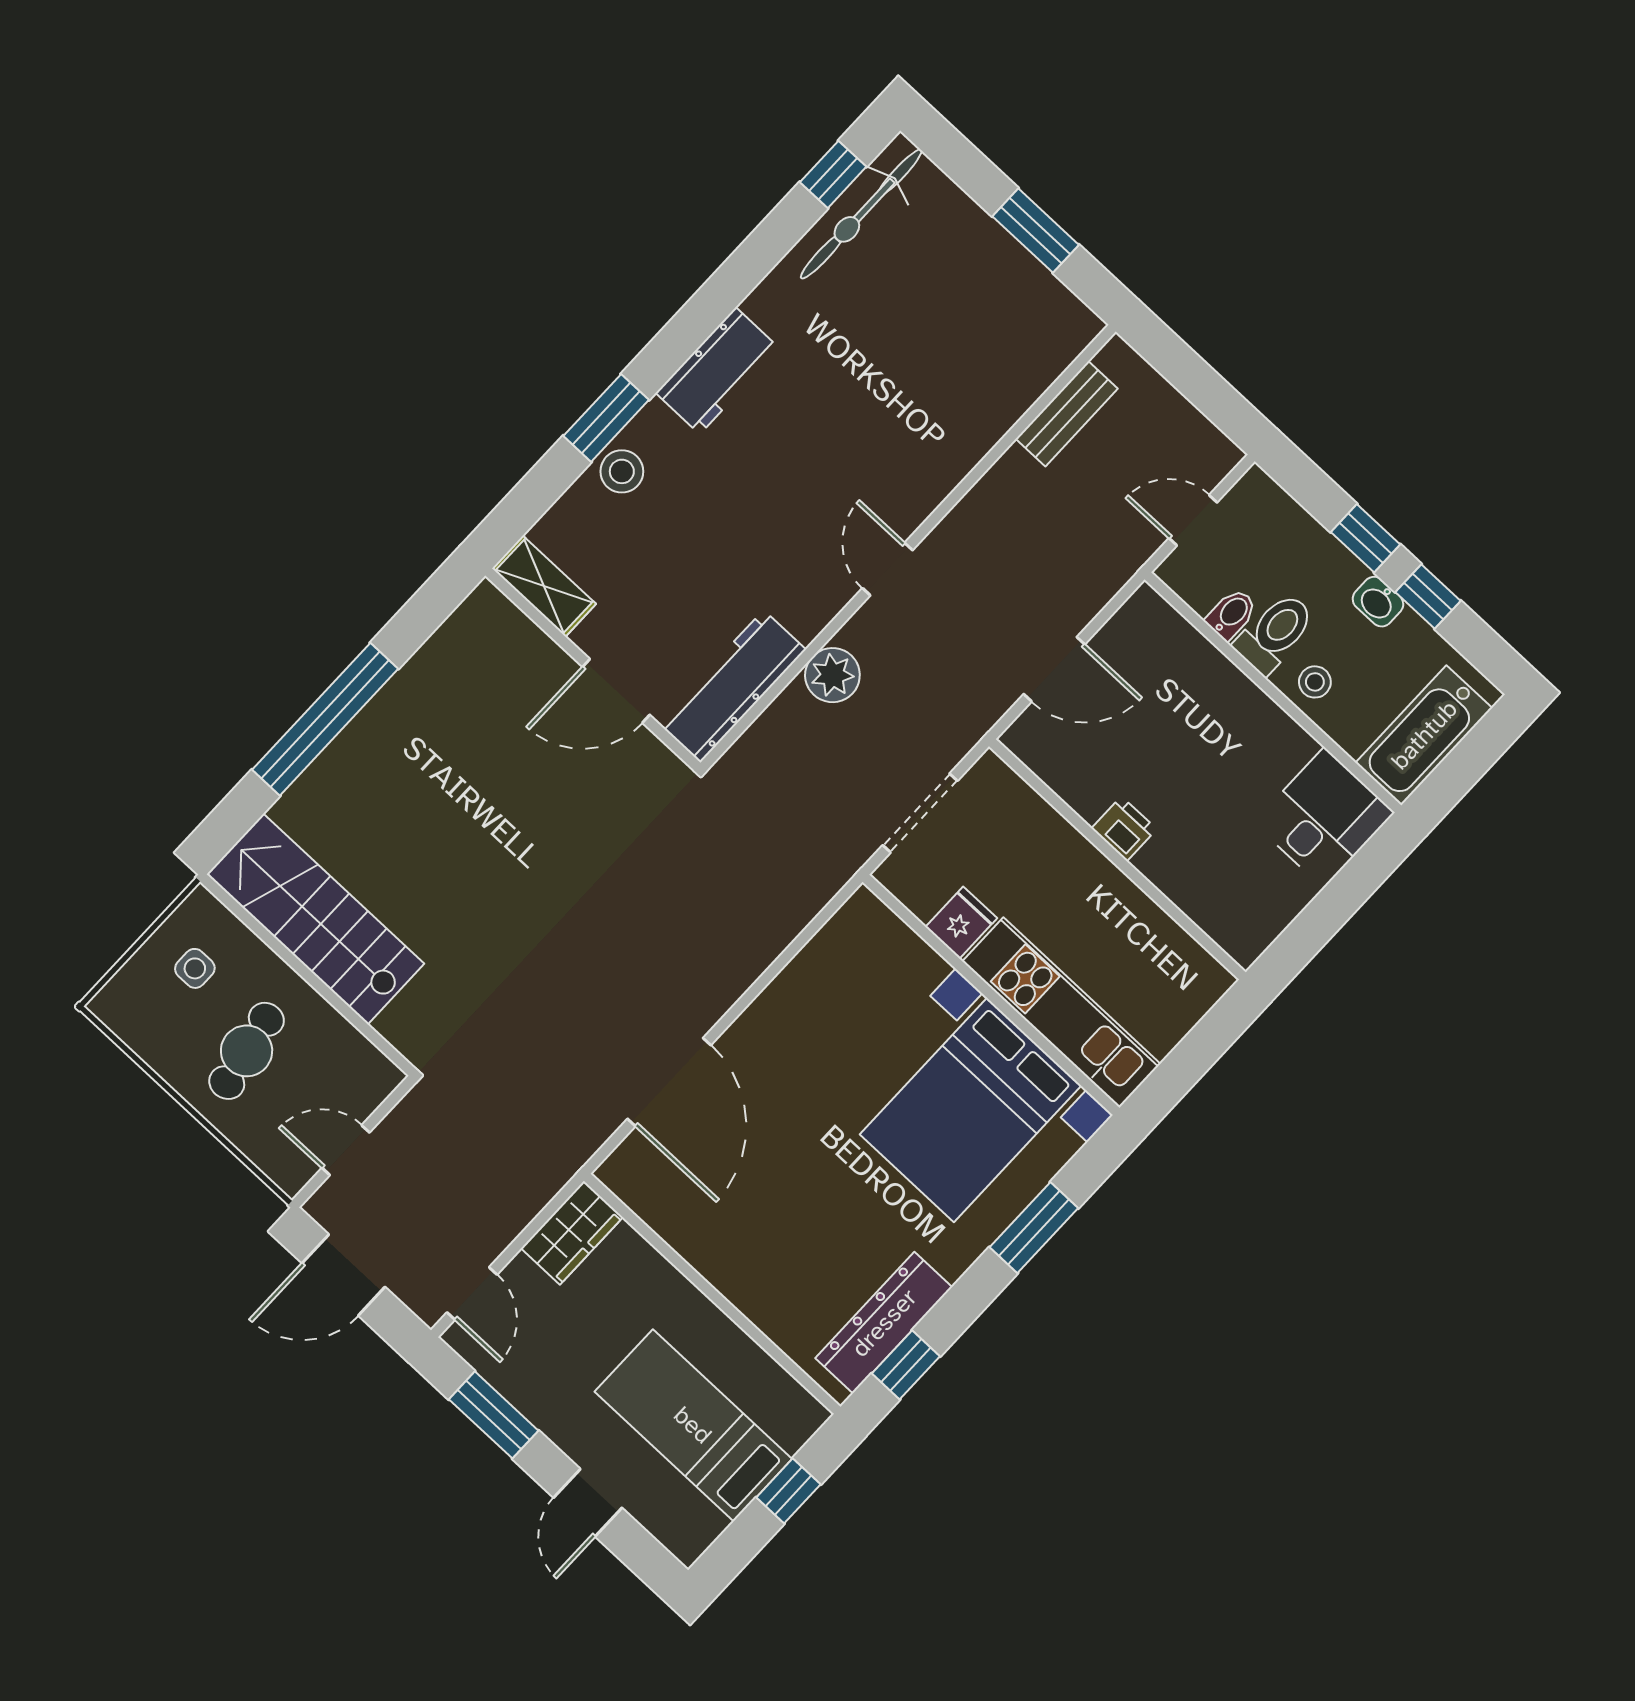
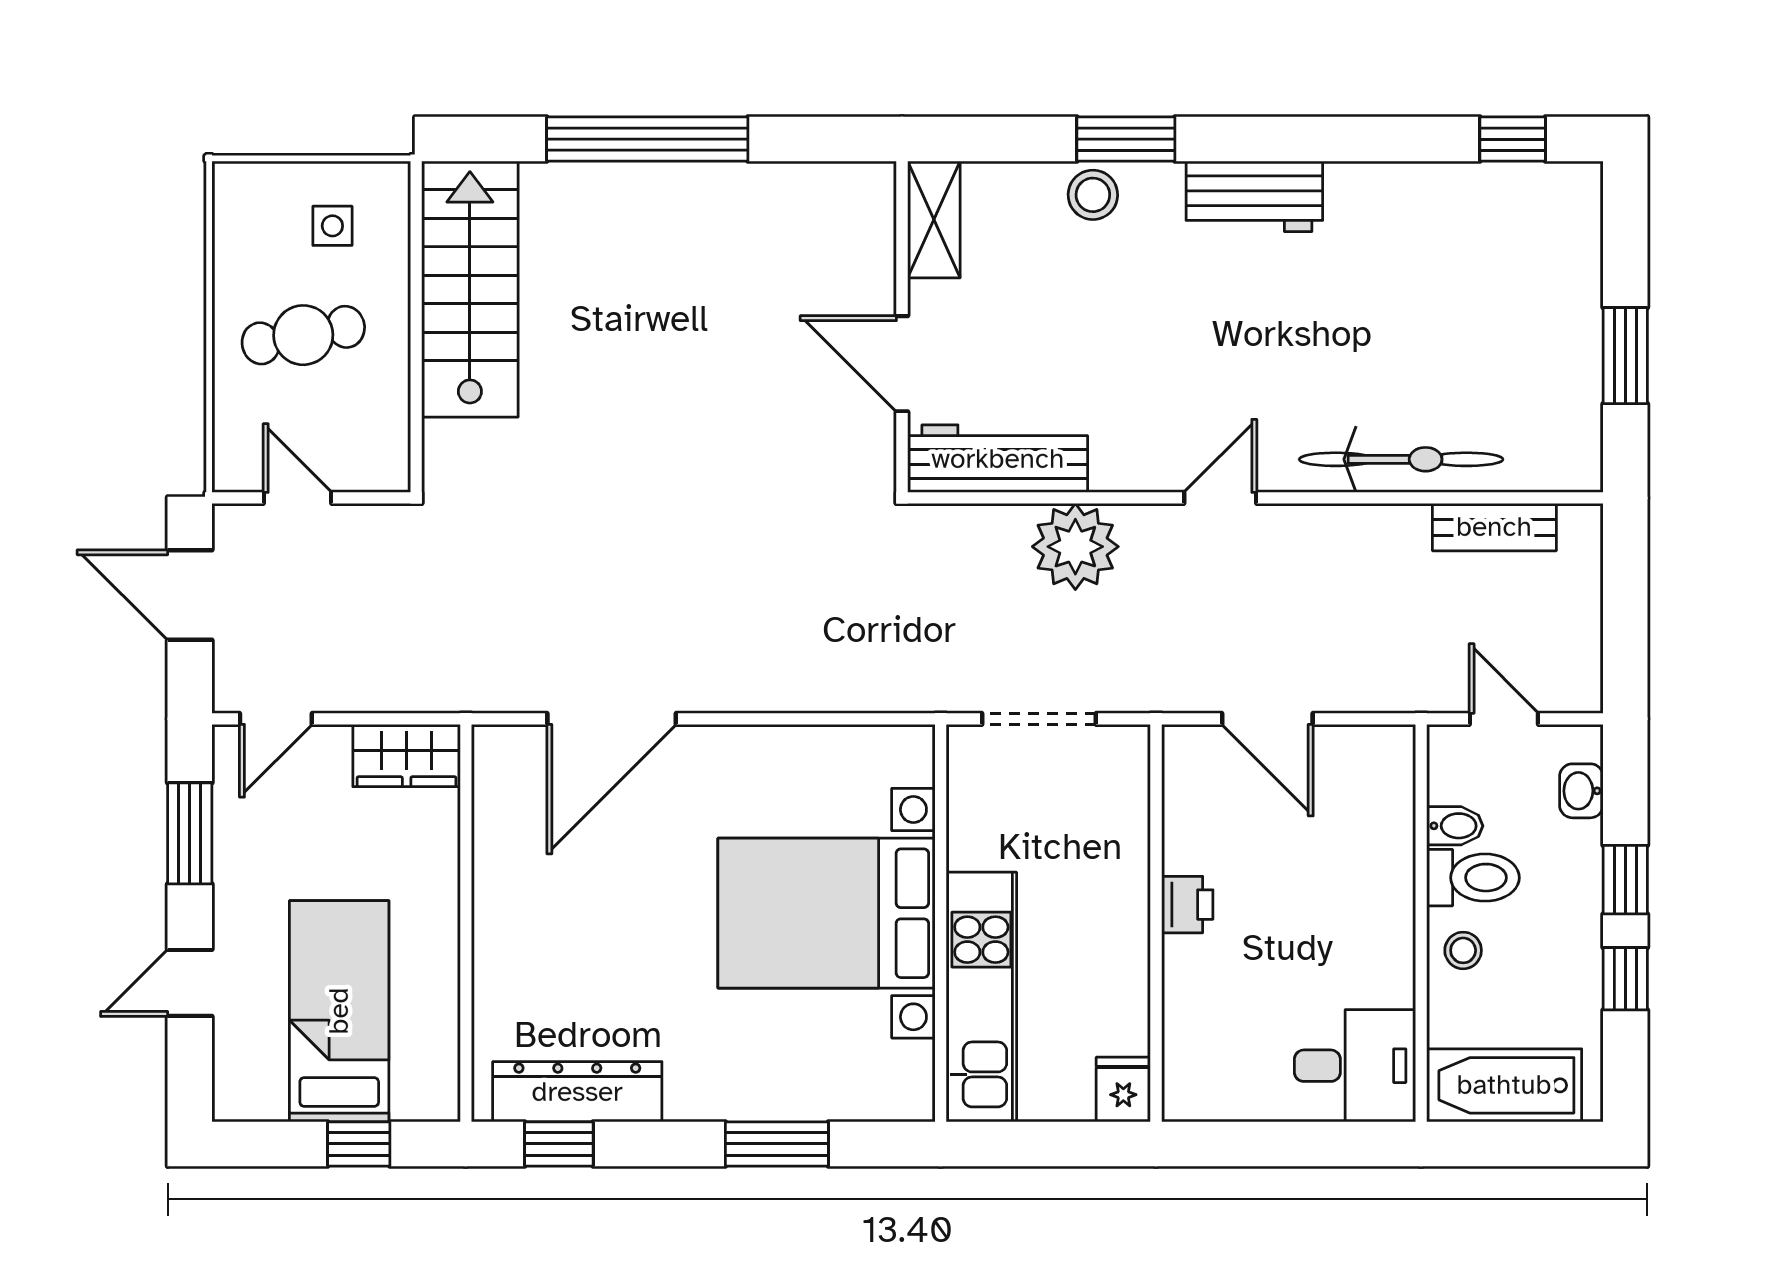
bicycle: (861, 214) -> (1401, 459), moved, turned 180
washbasin: (1378, 602) -> (1581, 791), moved
plant: (832, 675) -> (1075, 547), width x1.36, depth x1.36
fridge: (961, 923) -> (1123, 1090), moved, turned -90
bed with nightstands: (970, 1110) -> (827, 913), moved

